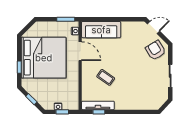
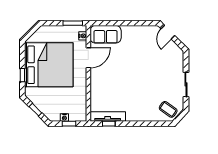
door: (153, 28) -> (168, 32), swing flipped
sofa: (101, 30) -> (106, 34), width x0.73
armchair: (156, 50) -> (170, 57), removed
door: (80, 51) -> (88, 58), hinge flipped
coffee table: (106, 77) -> (168, 109), moved

